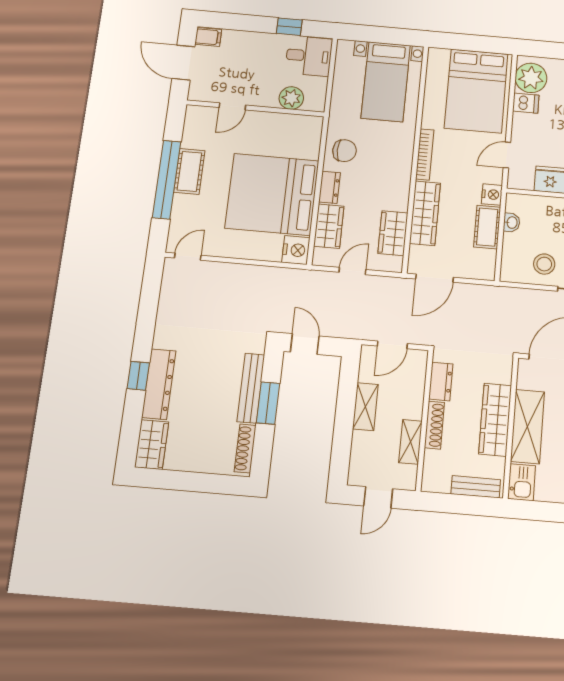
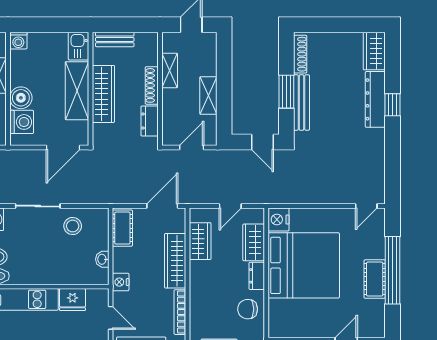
door: (507, 155) -> (111, 318), hinge flipped
cot: (487, 227) -> (122, 228), moved

